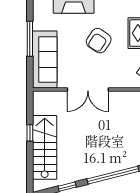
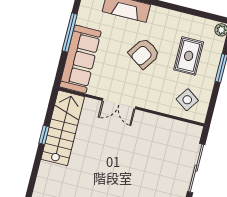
double door: (88, 90) -> (119, 104), width x0.73
stairs: (45, 147) -> (63, 128), moved

